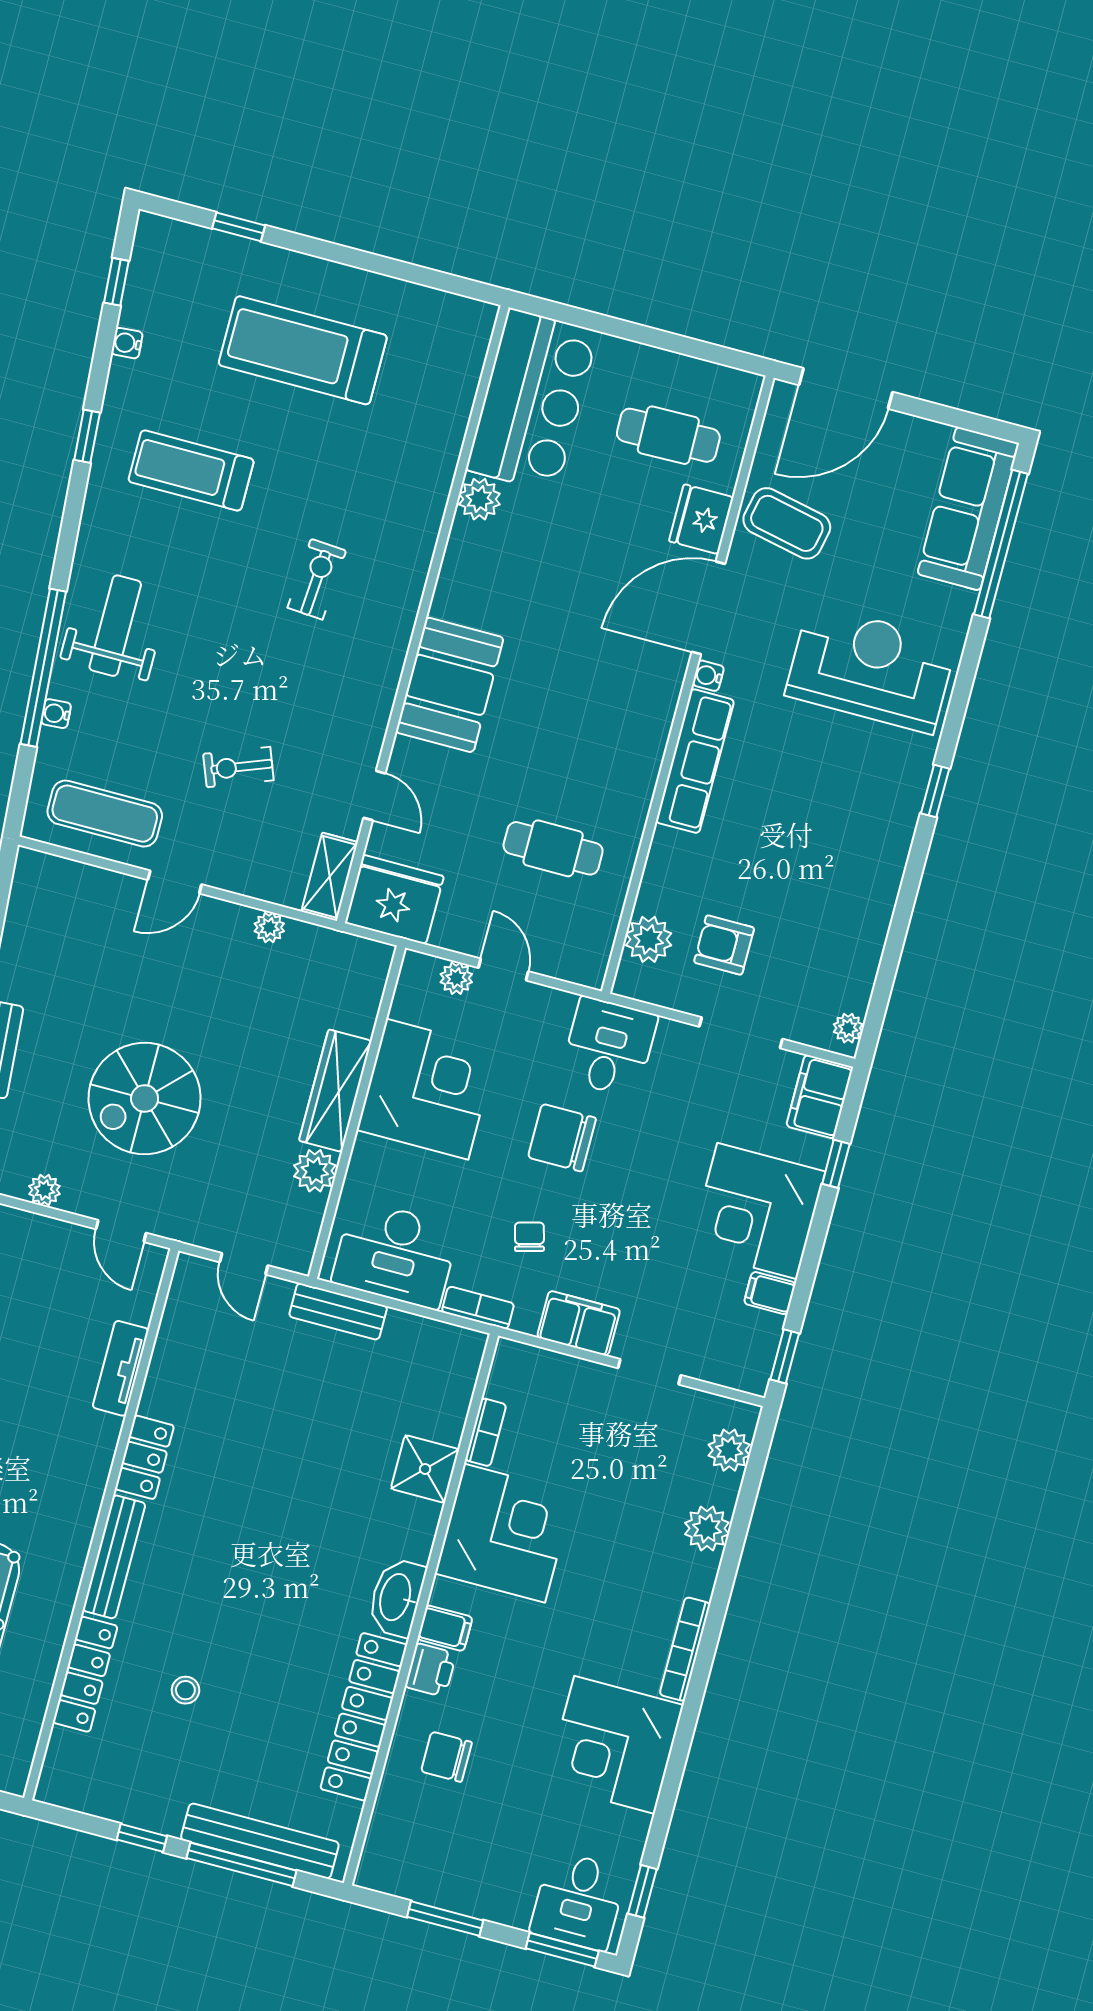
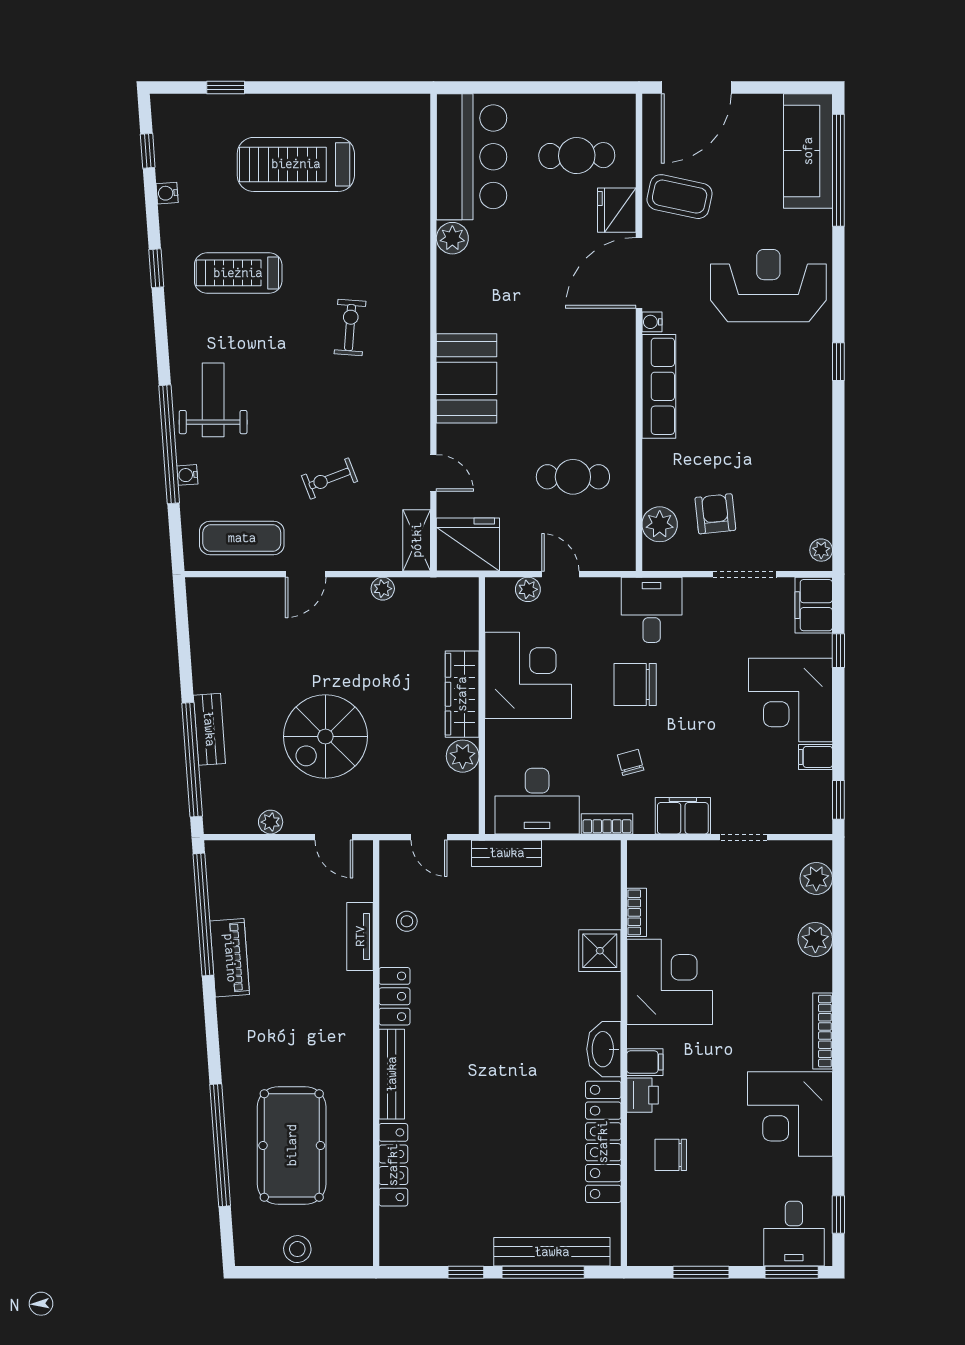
armchair: (724, 945) -> (715, 514), turned 84
stool: (185, 1690) -> (407, 921), moved

